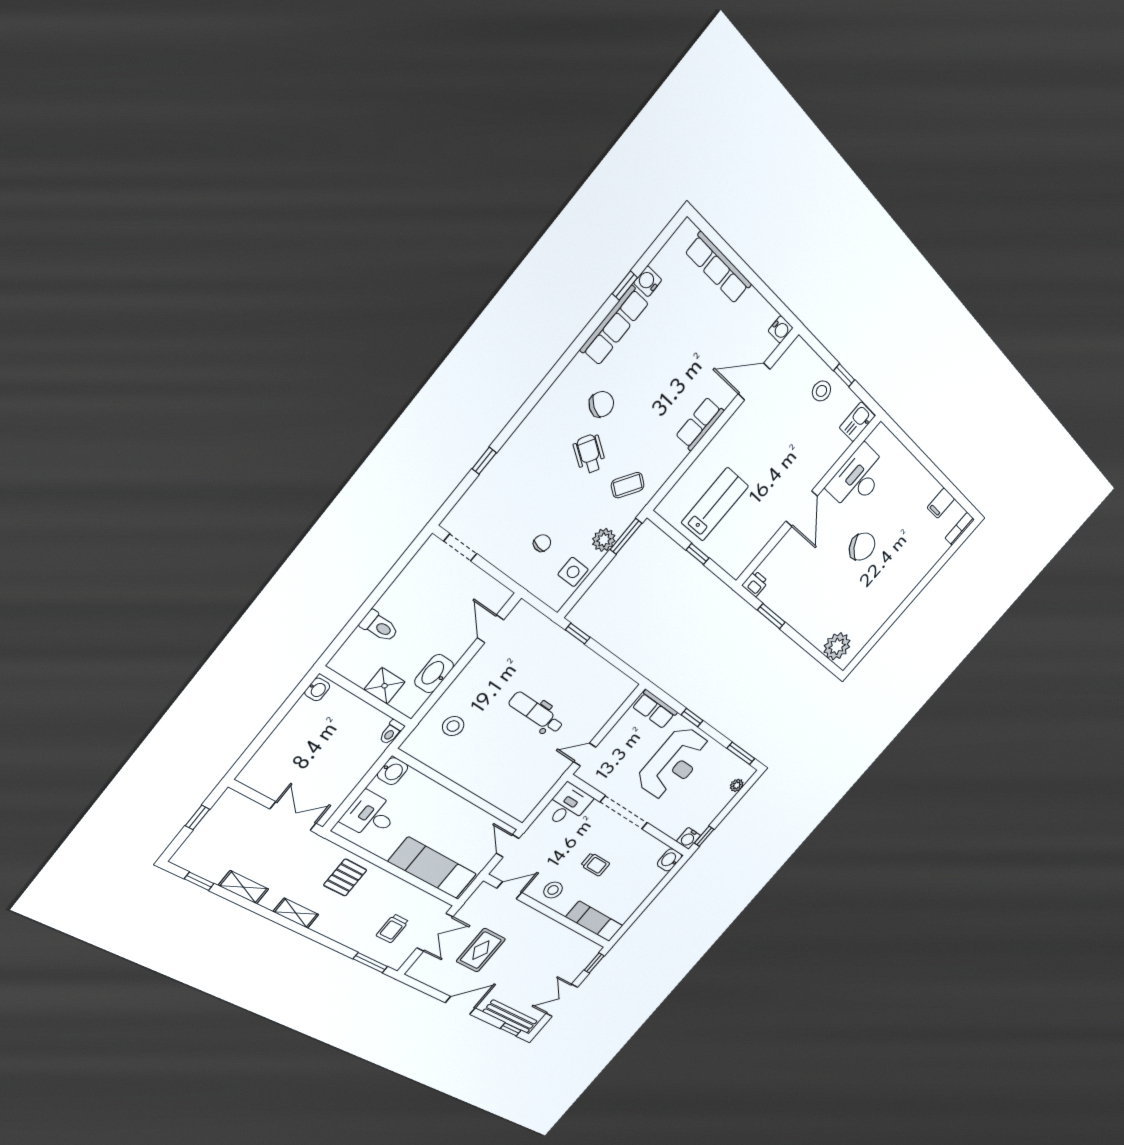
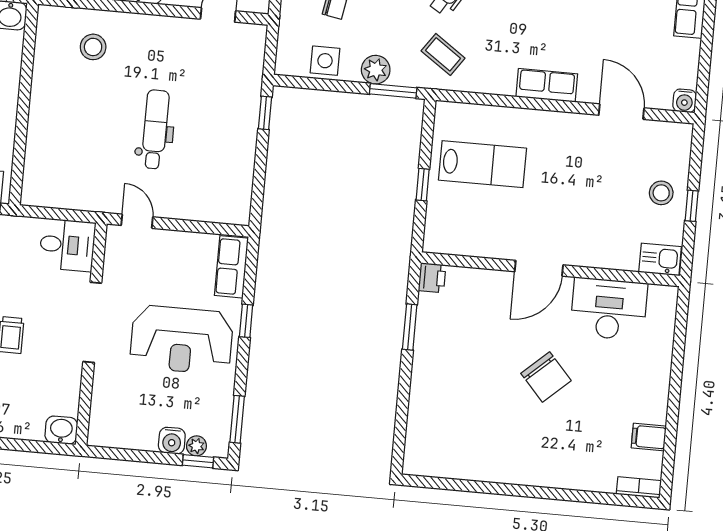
plant: (837, 646) -> (424, 441), removed
window: (704, 836) -> (198, 461), moved
water cooler: (688, 838) -> (172, 441), moved, turned -90

